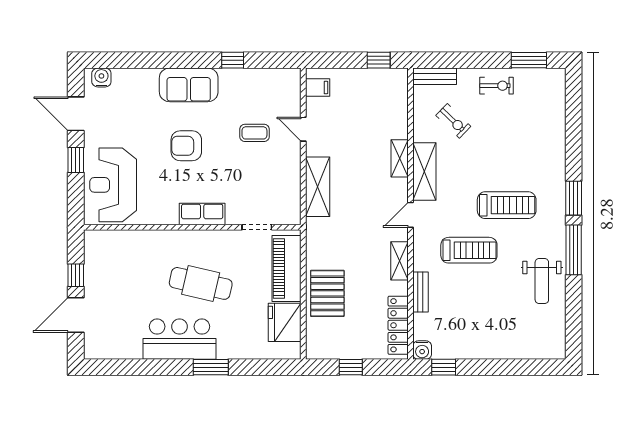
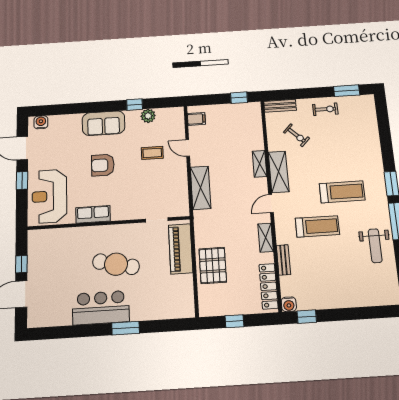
plant: (251, 78) -> (148, 116), added
row of seats: (202, 214) -> (93, 214), moved
fridge: (285, 322) -> (181, 290), removed

